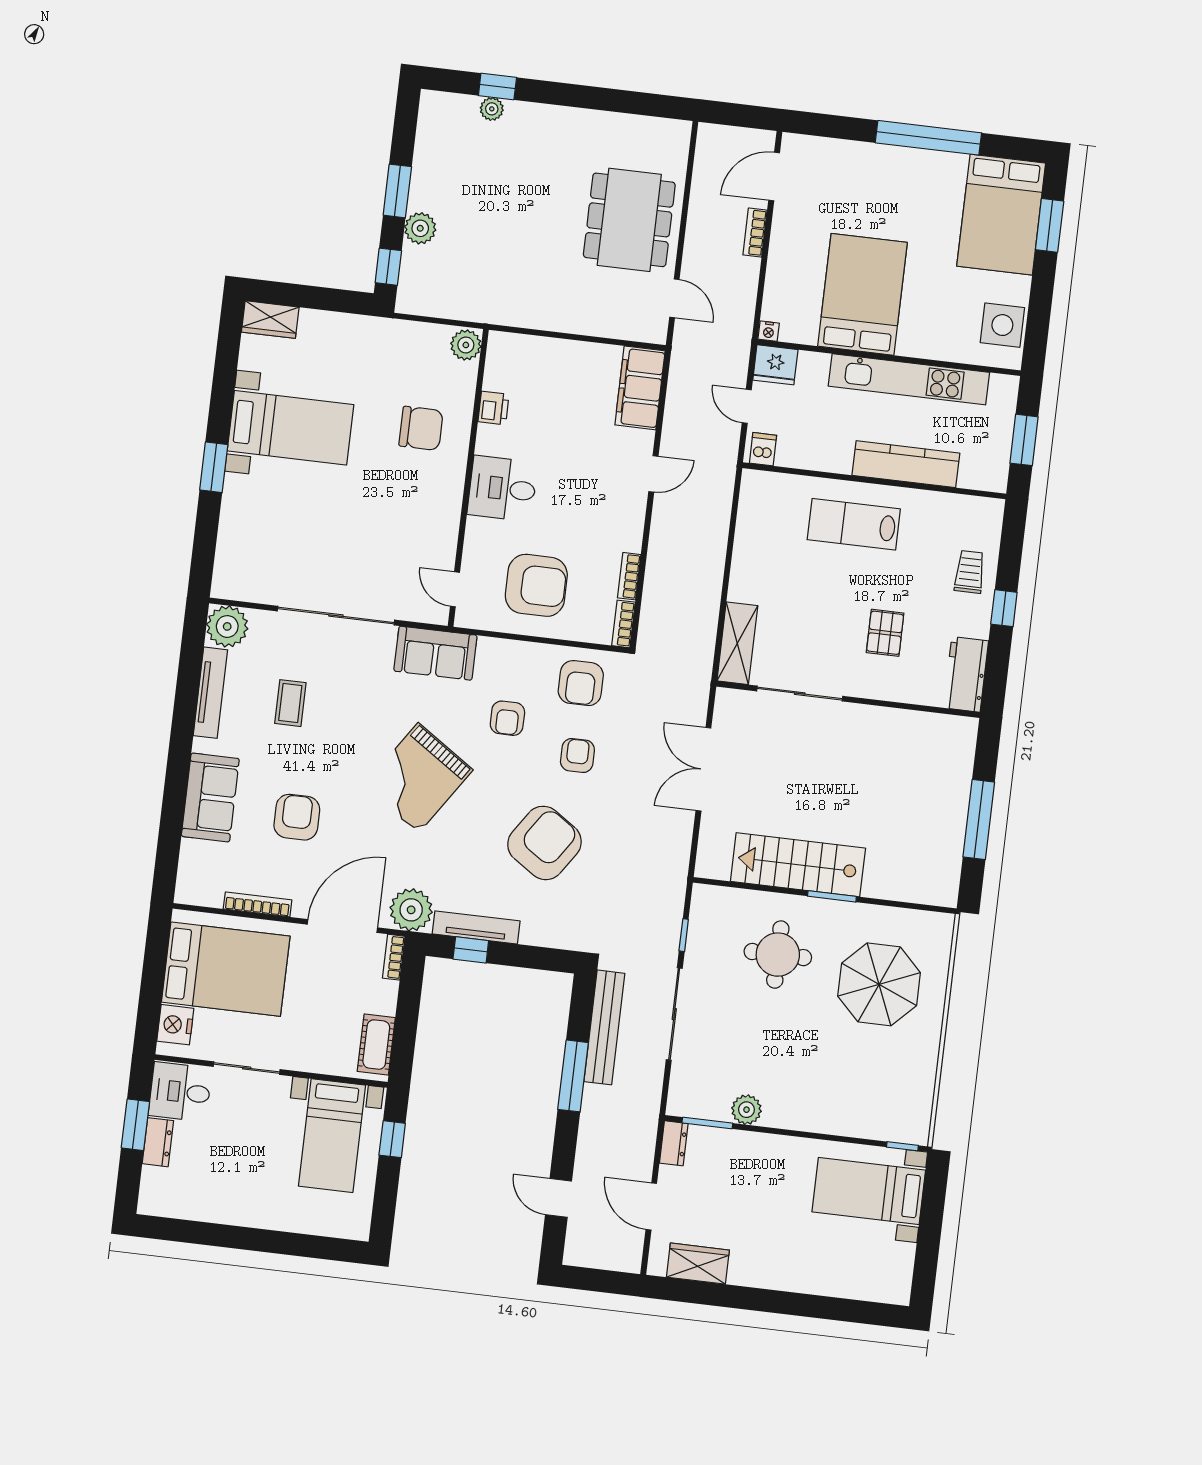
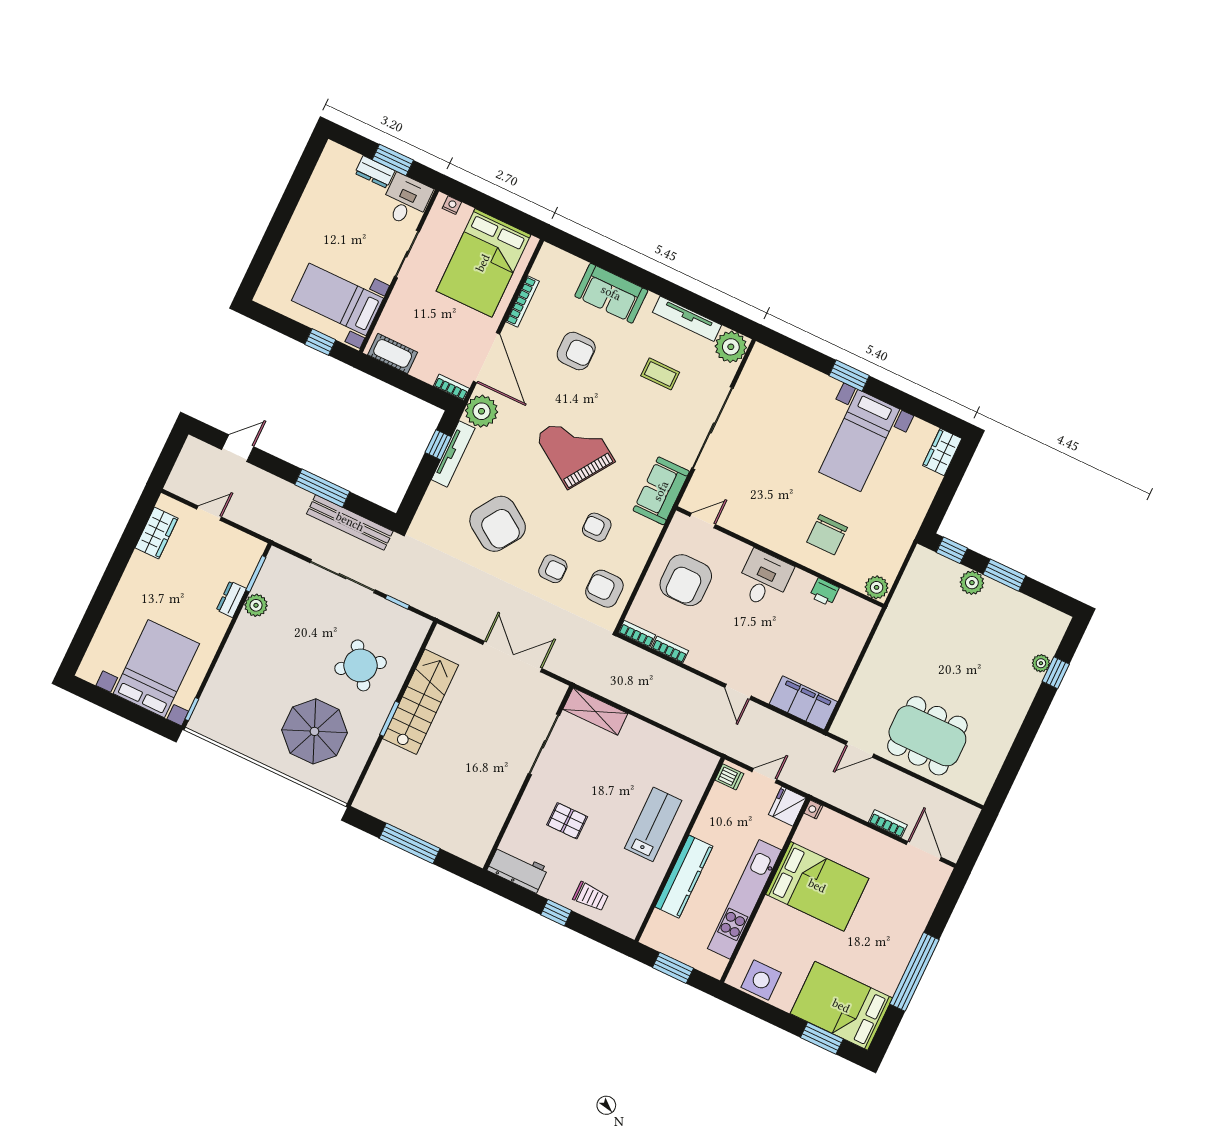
round table: (778, 955) -> (361, 665), turned -34
nightstand: (175, 1025) -> (452, 205), width x0.53, depth x0.56
dresser: (674, 1143) -> (231, 599), moved, turned 90
bed with nightstands: (869, 1191) -> (156, 669), width x1.36
door: (651, 1206) -> (209, 513), width x0.73

